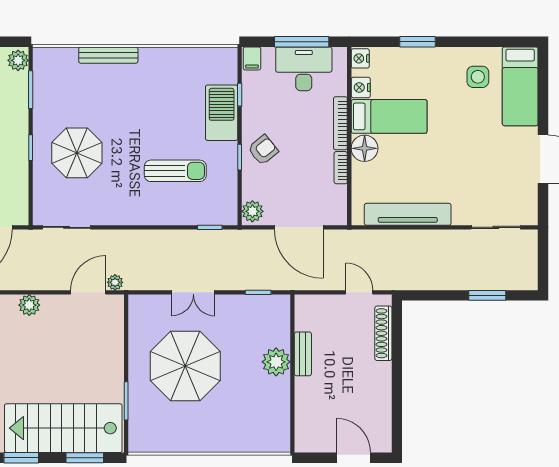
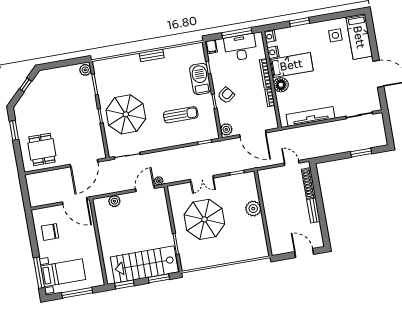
bench: (108, 55) -> (152, 55), moved, width x0.73
parasol: (77, 153) -> (126, 114), width x1.36, depth x1.36
bench: (303, 354) -> (313, 210), moved

